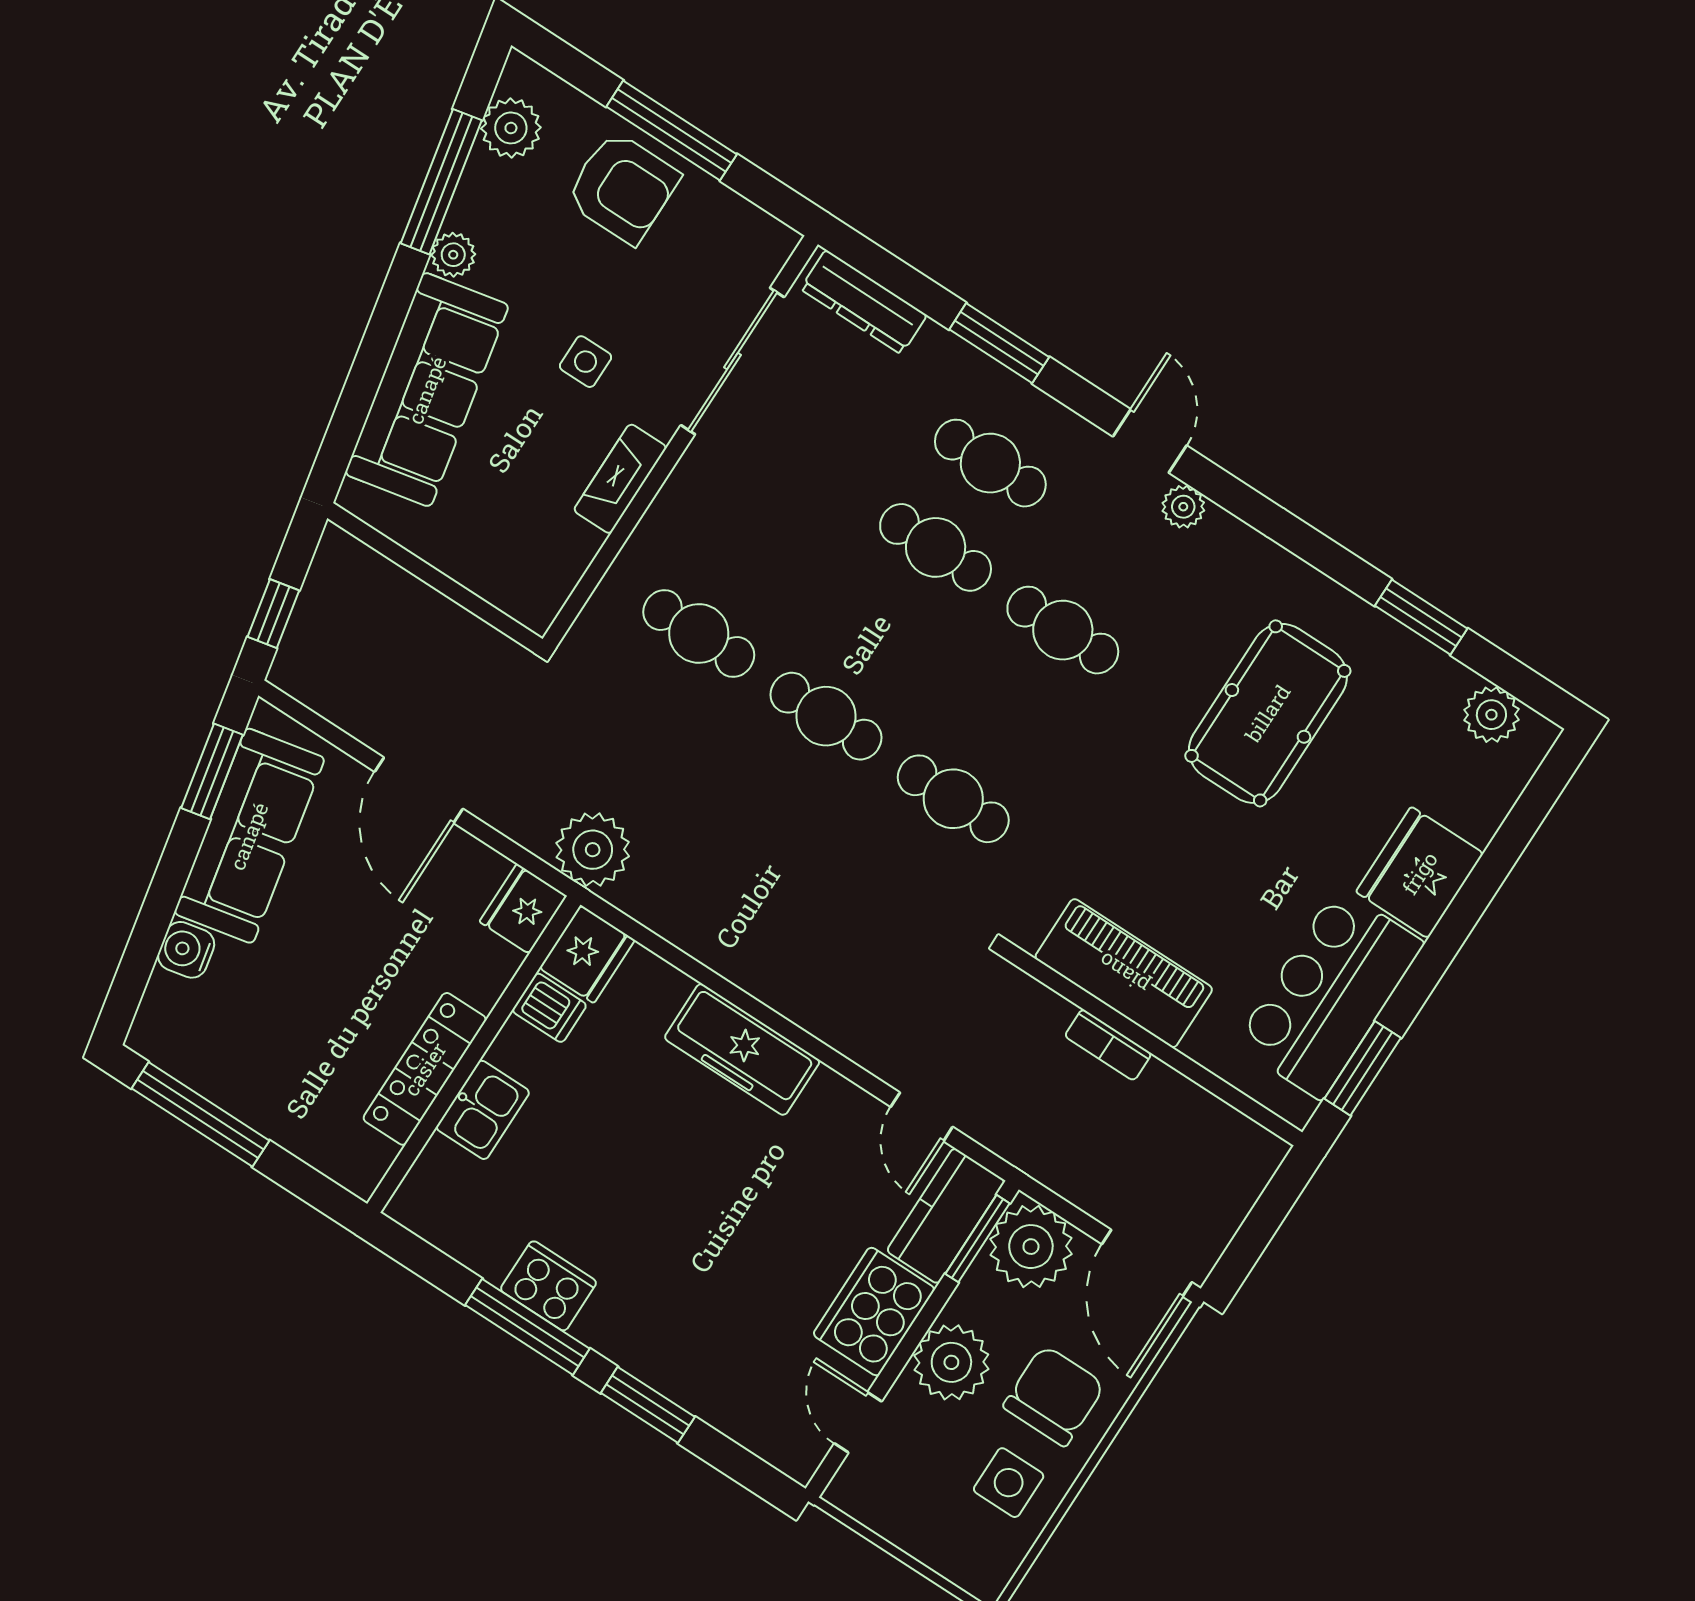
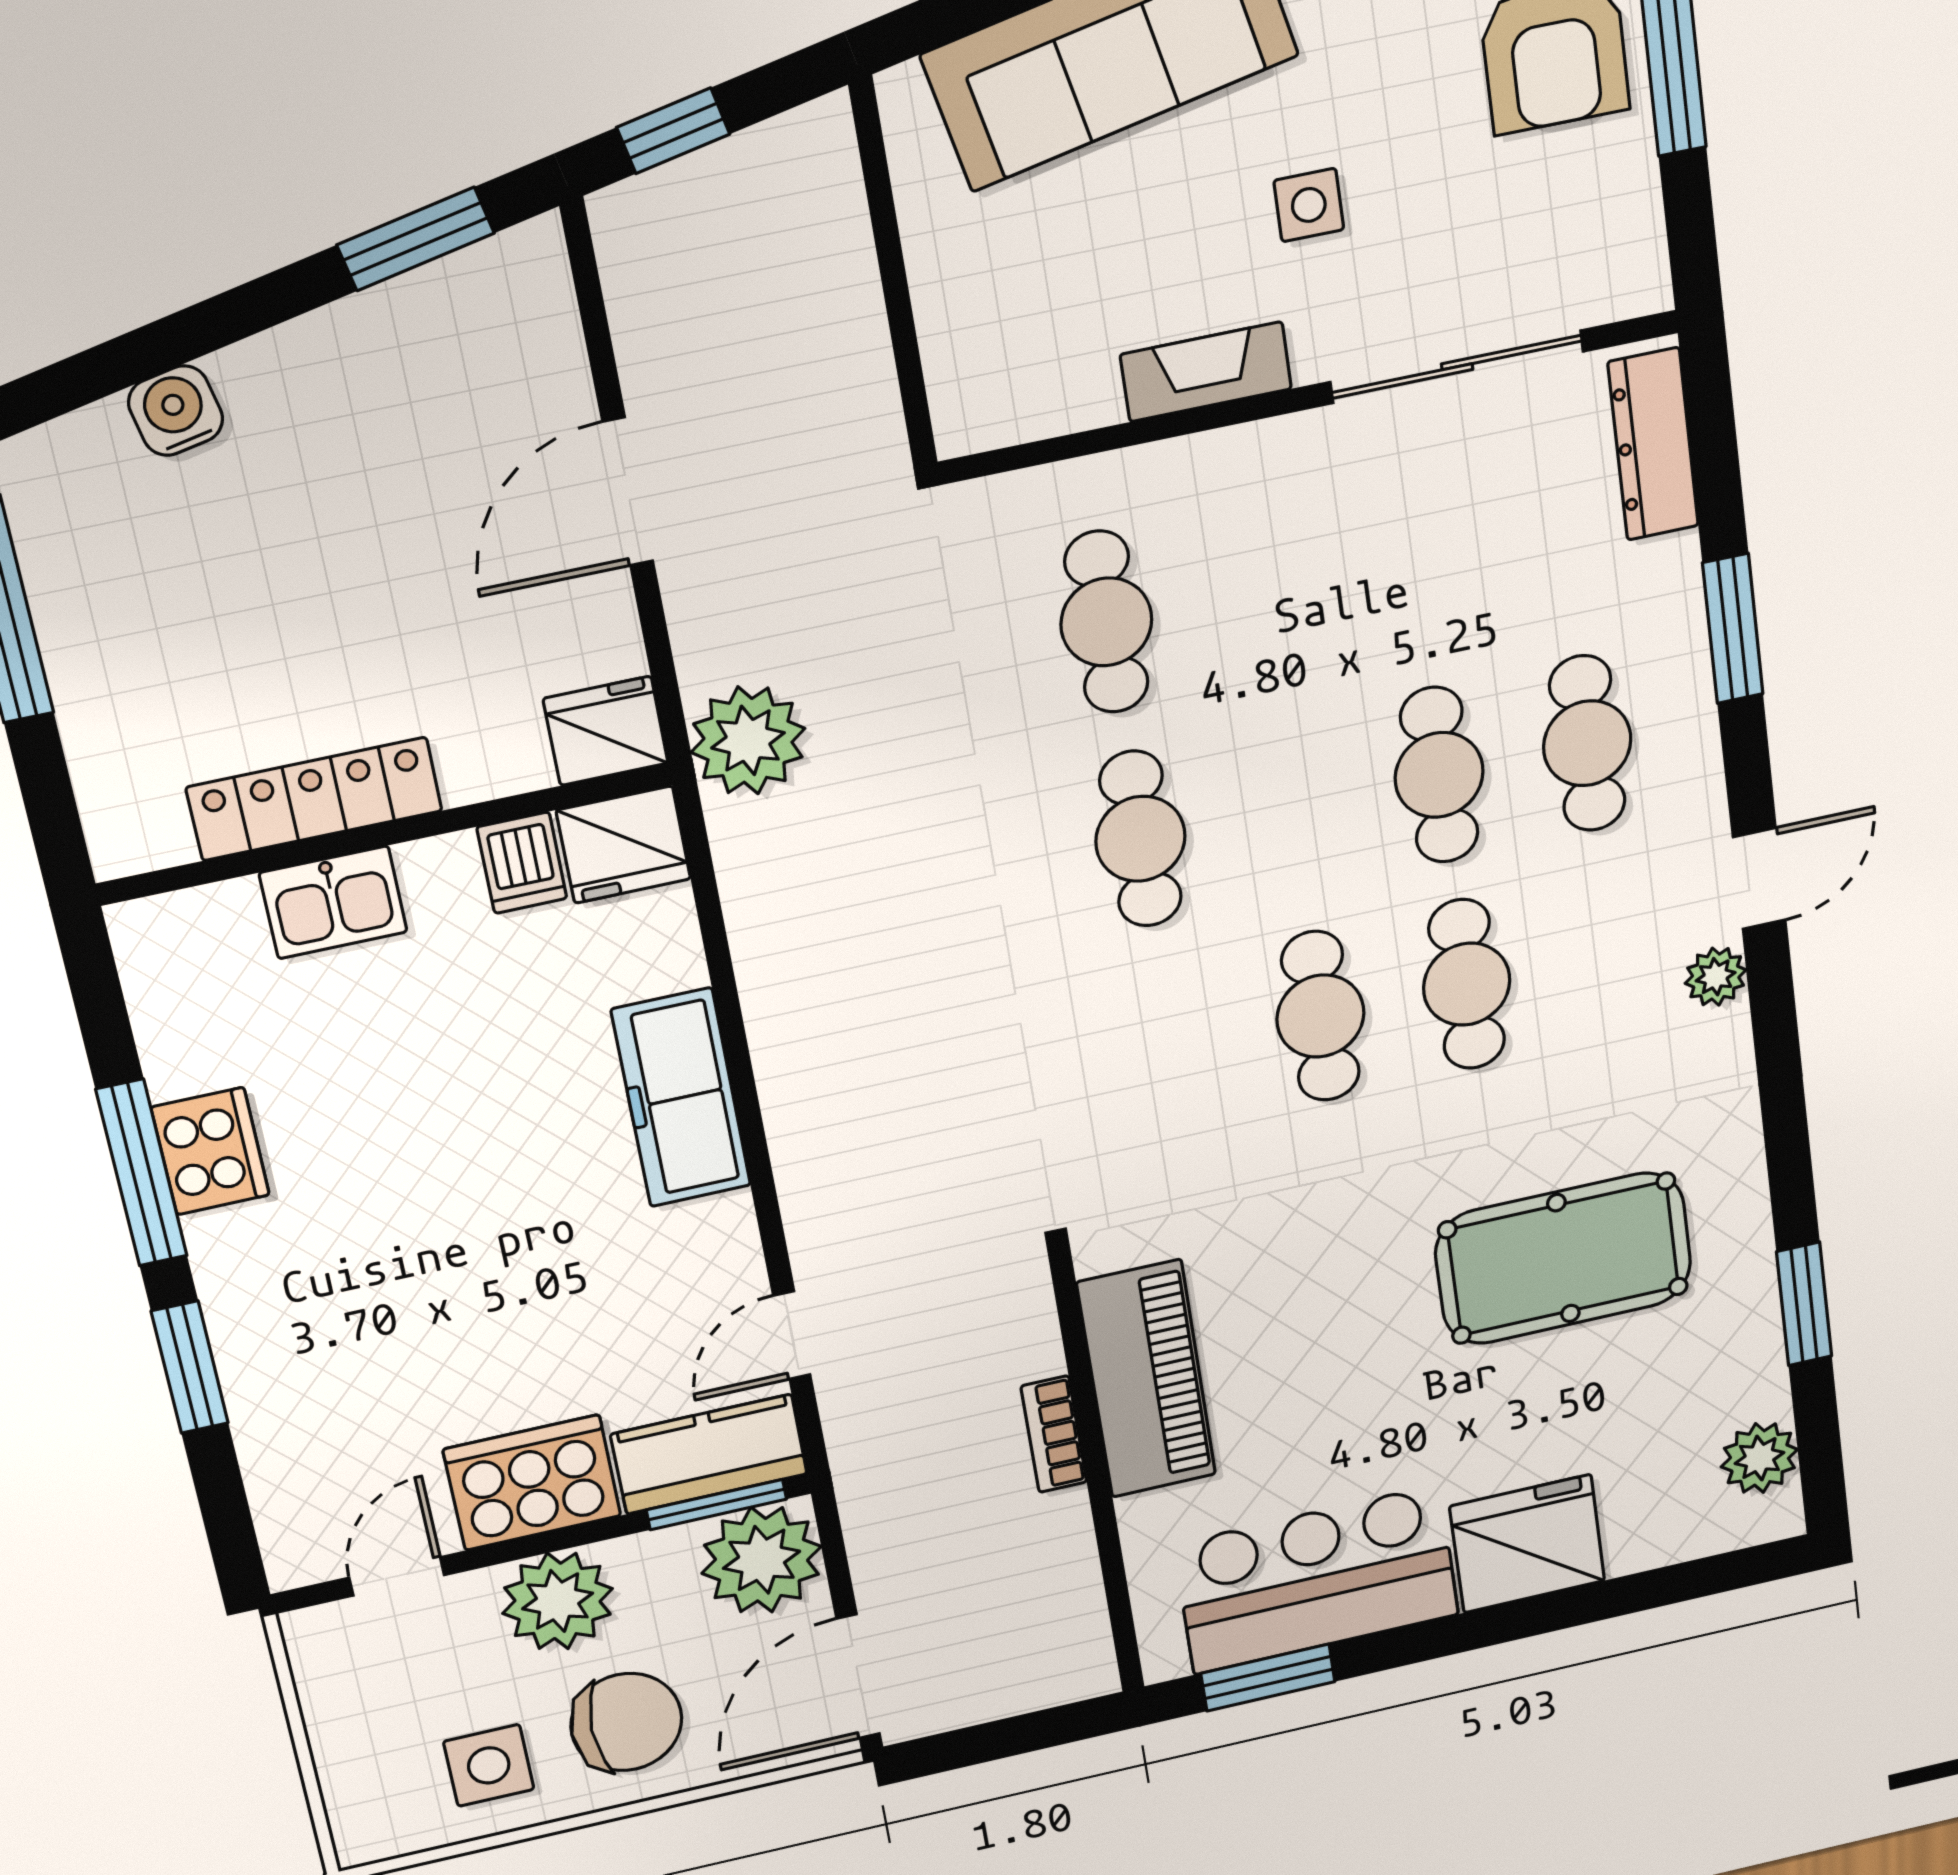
cafe table: (953, 799) -> (1320, 1016), moved
sofa: (249, 836) -> (383, 354), removed

